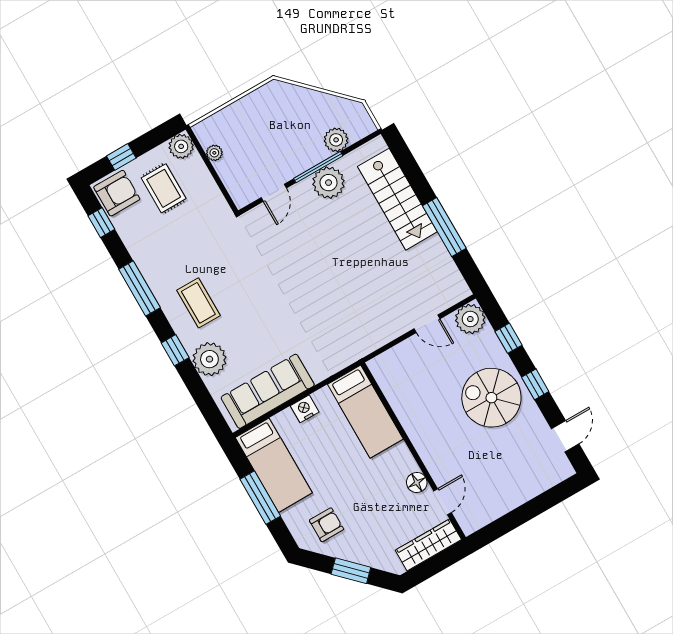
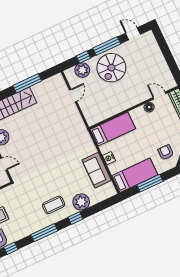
plant: (470, 319) -> (82, 70), moved
window: (535, 384) -> (107, 46), width x2.17
sofa: (268, 391) -> (97, 170), width x0.73

